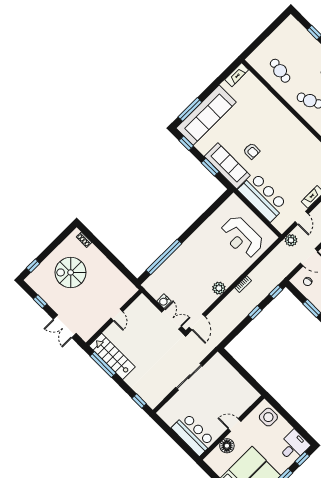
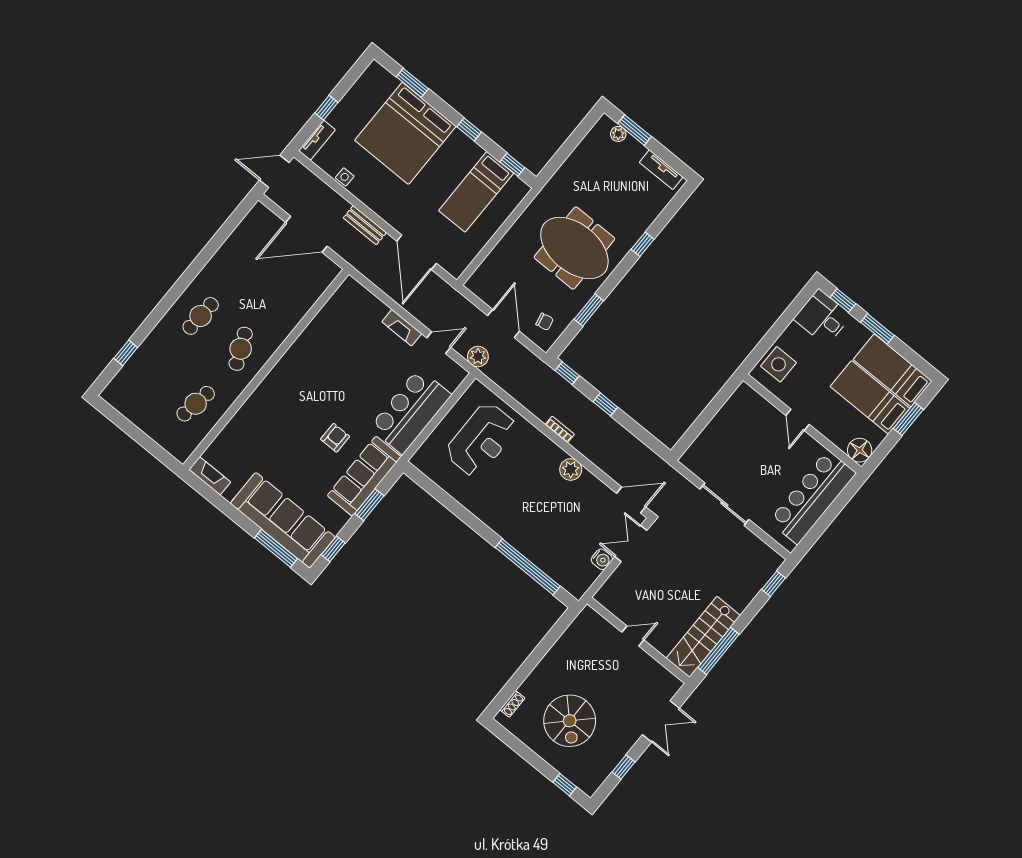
bar counter: (193, 434) -> (812, 497), width x1.36
floor lamp: (227, 446) -> (860, 450), moved

